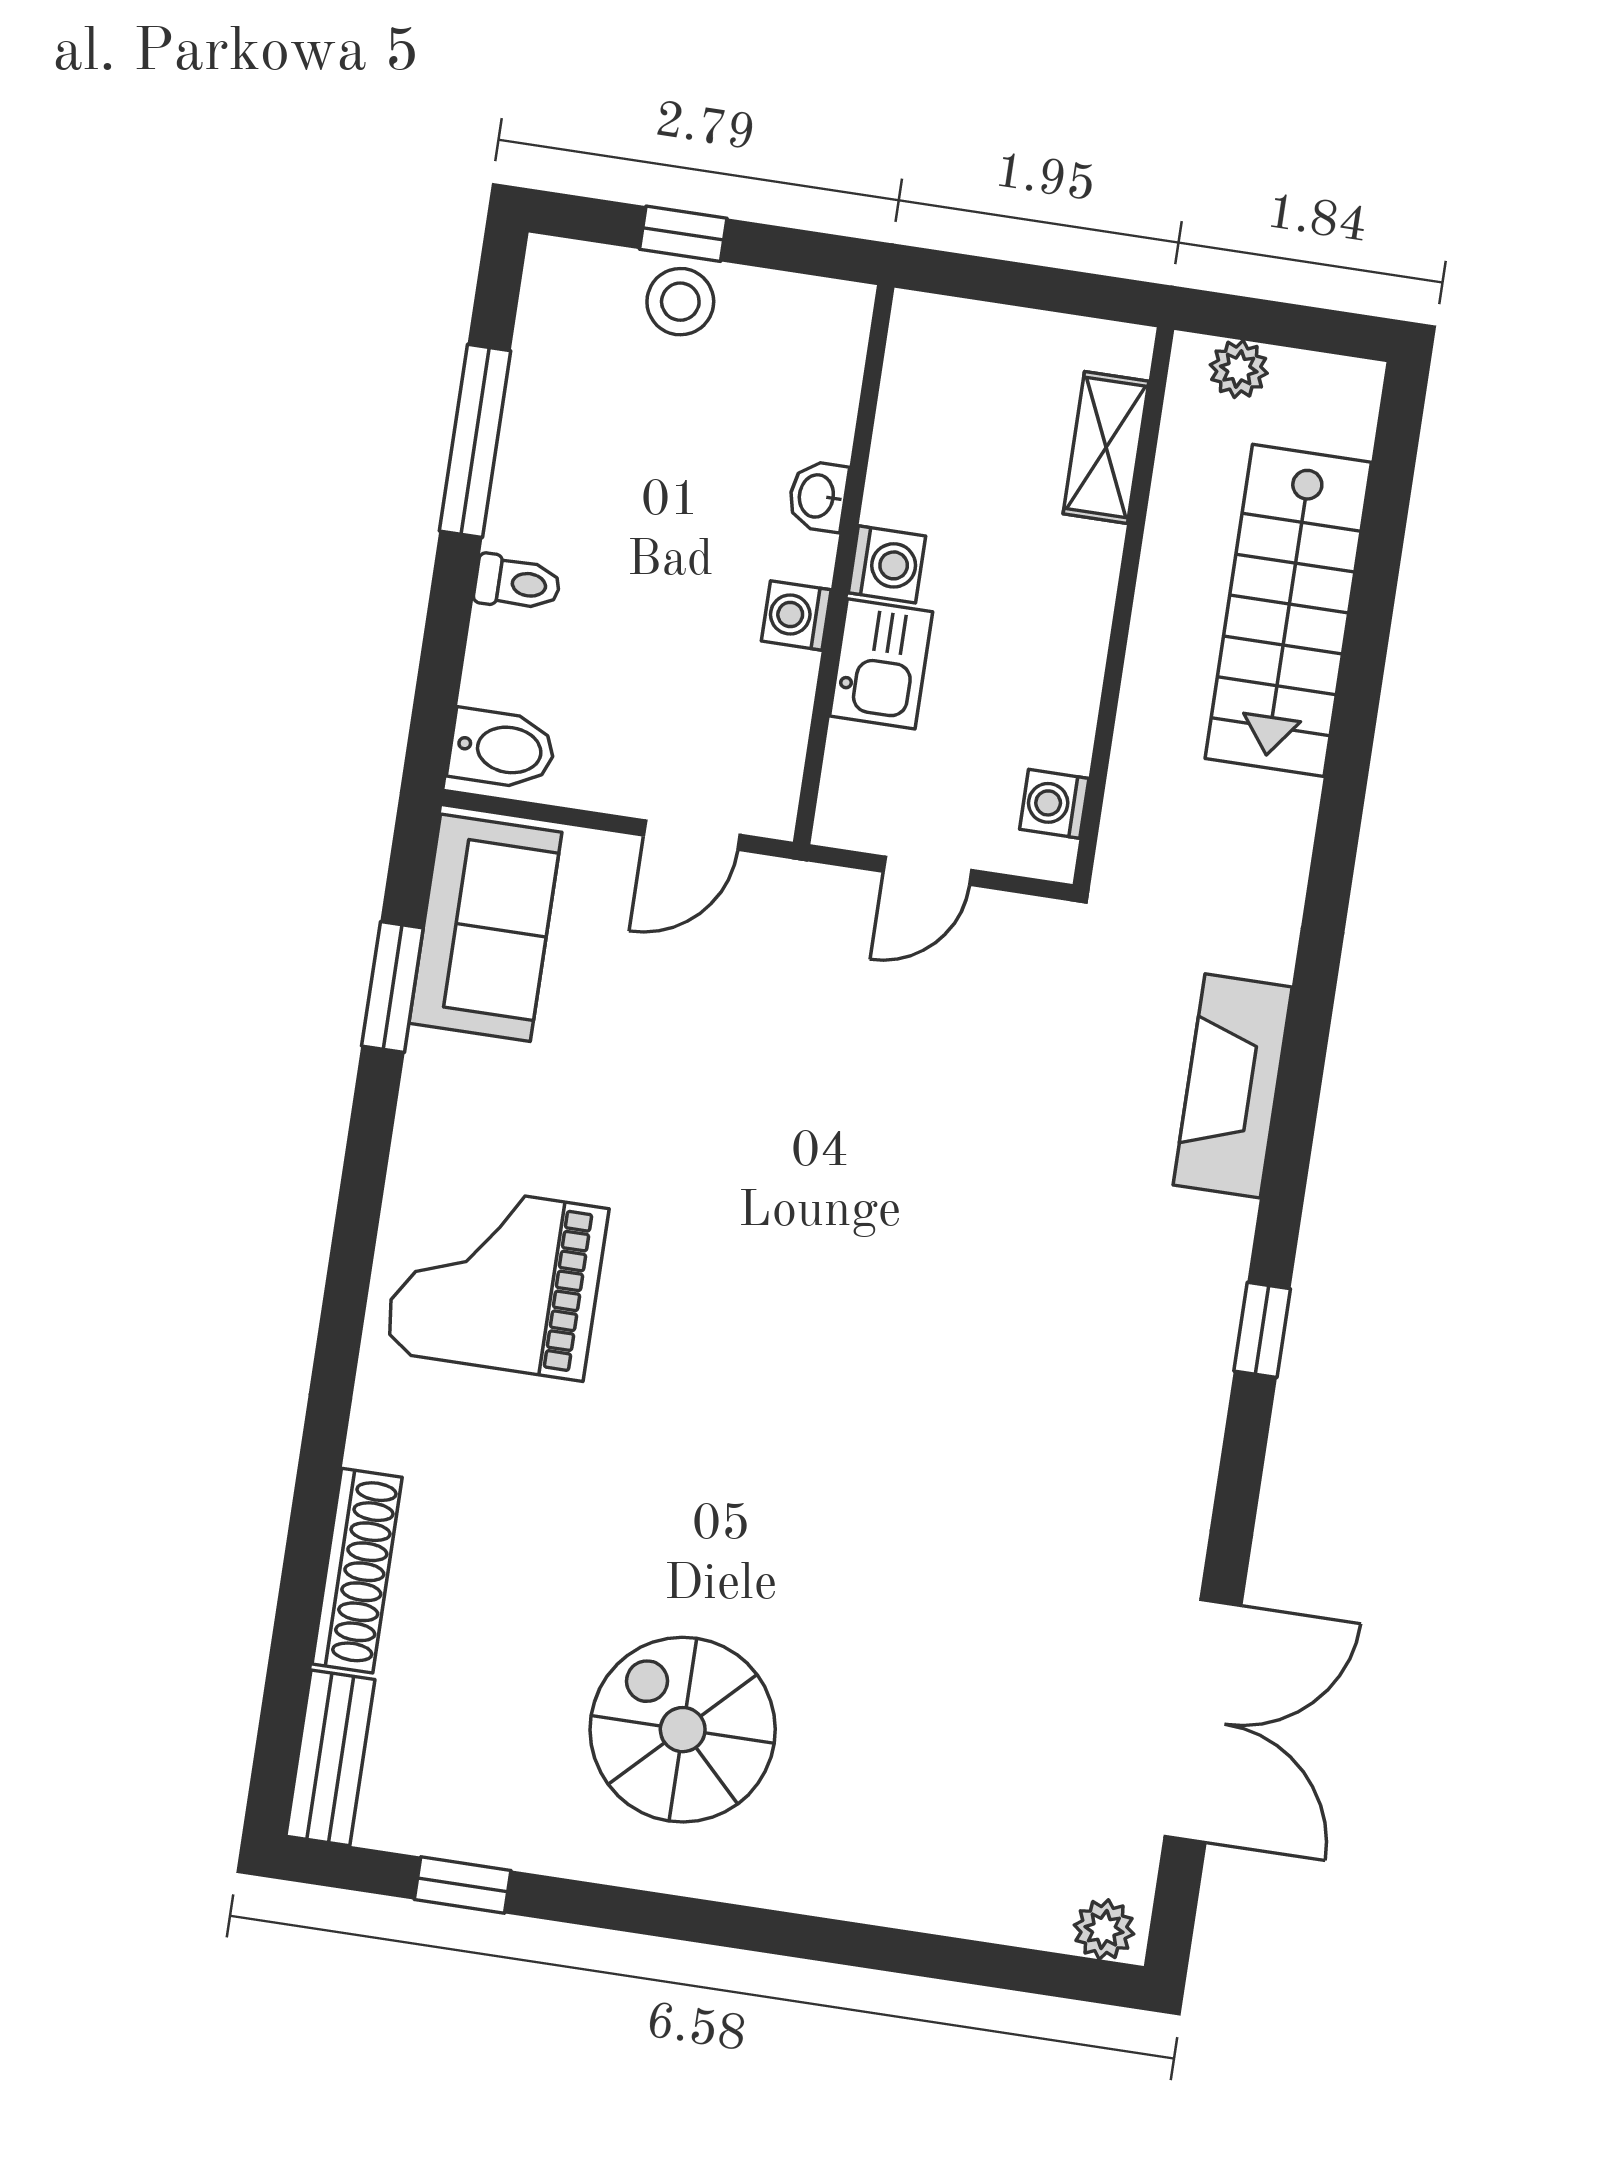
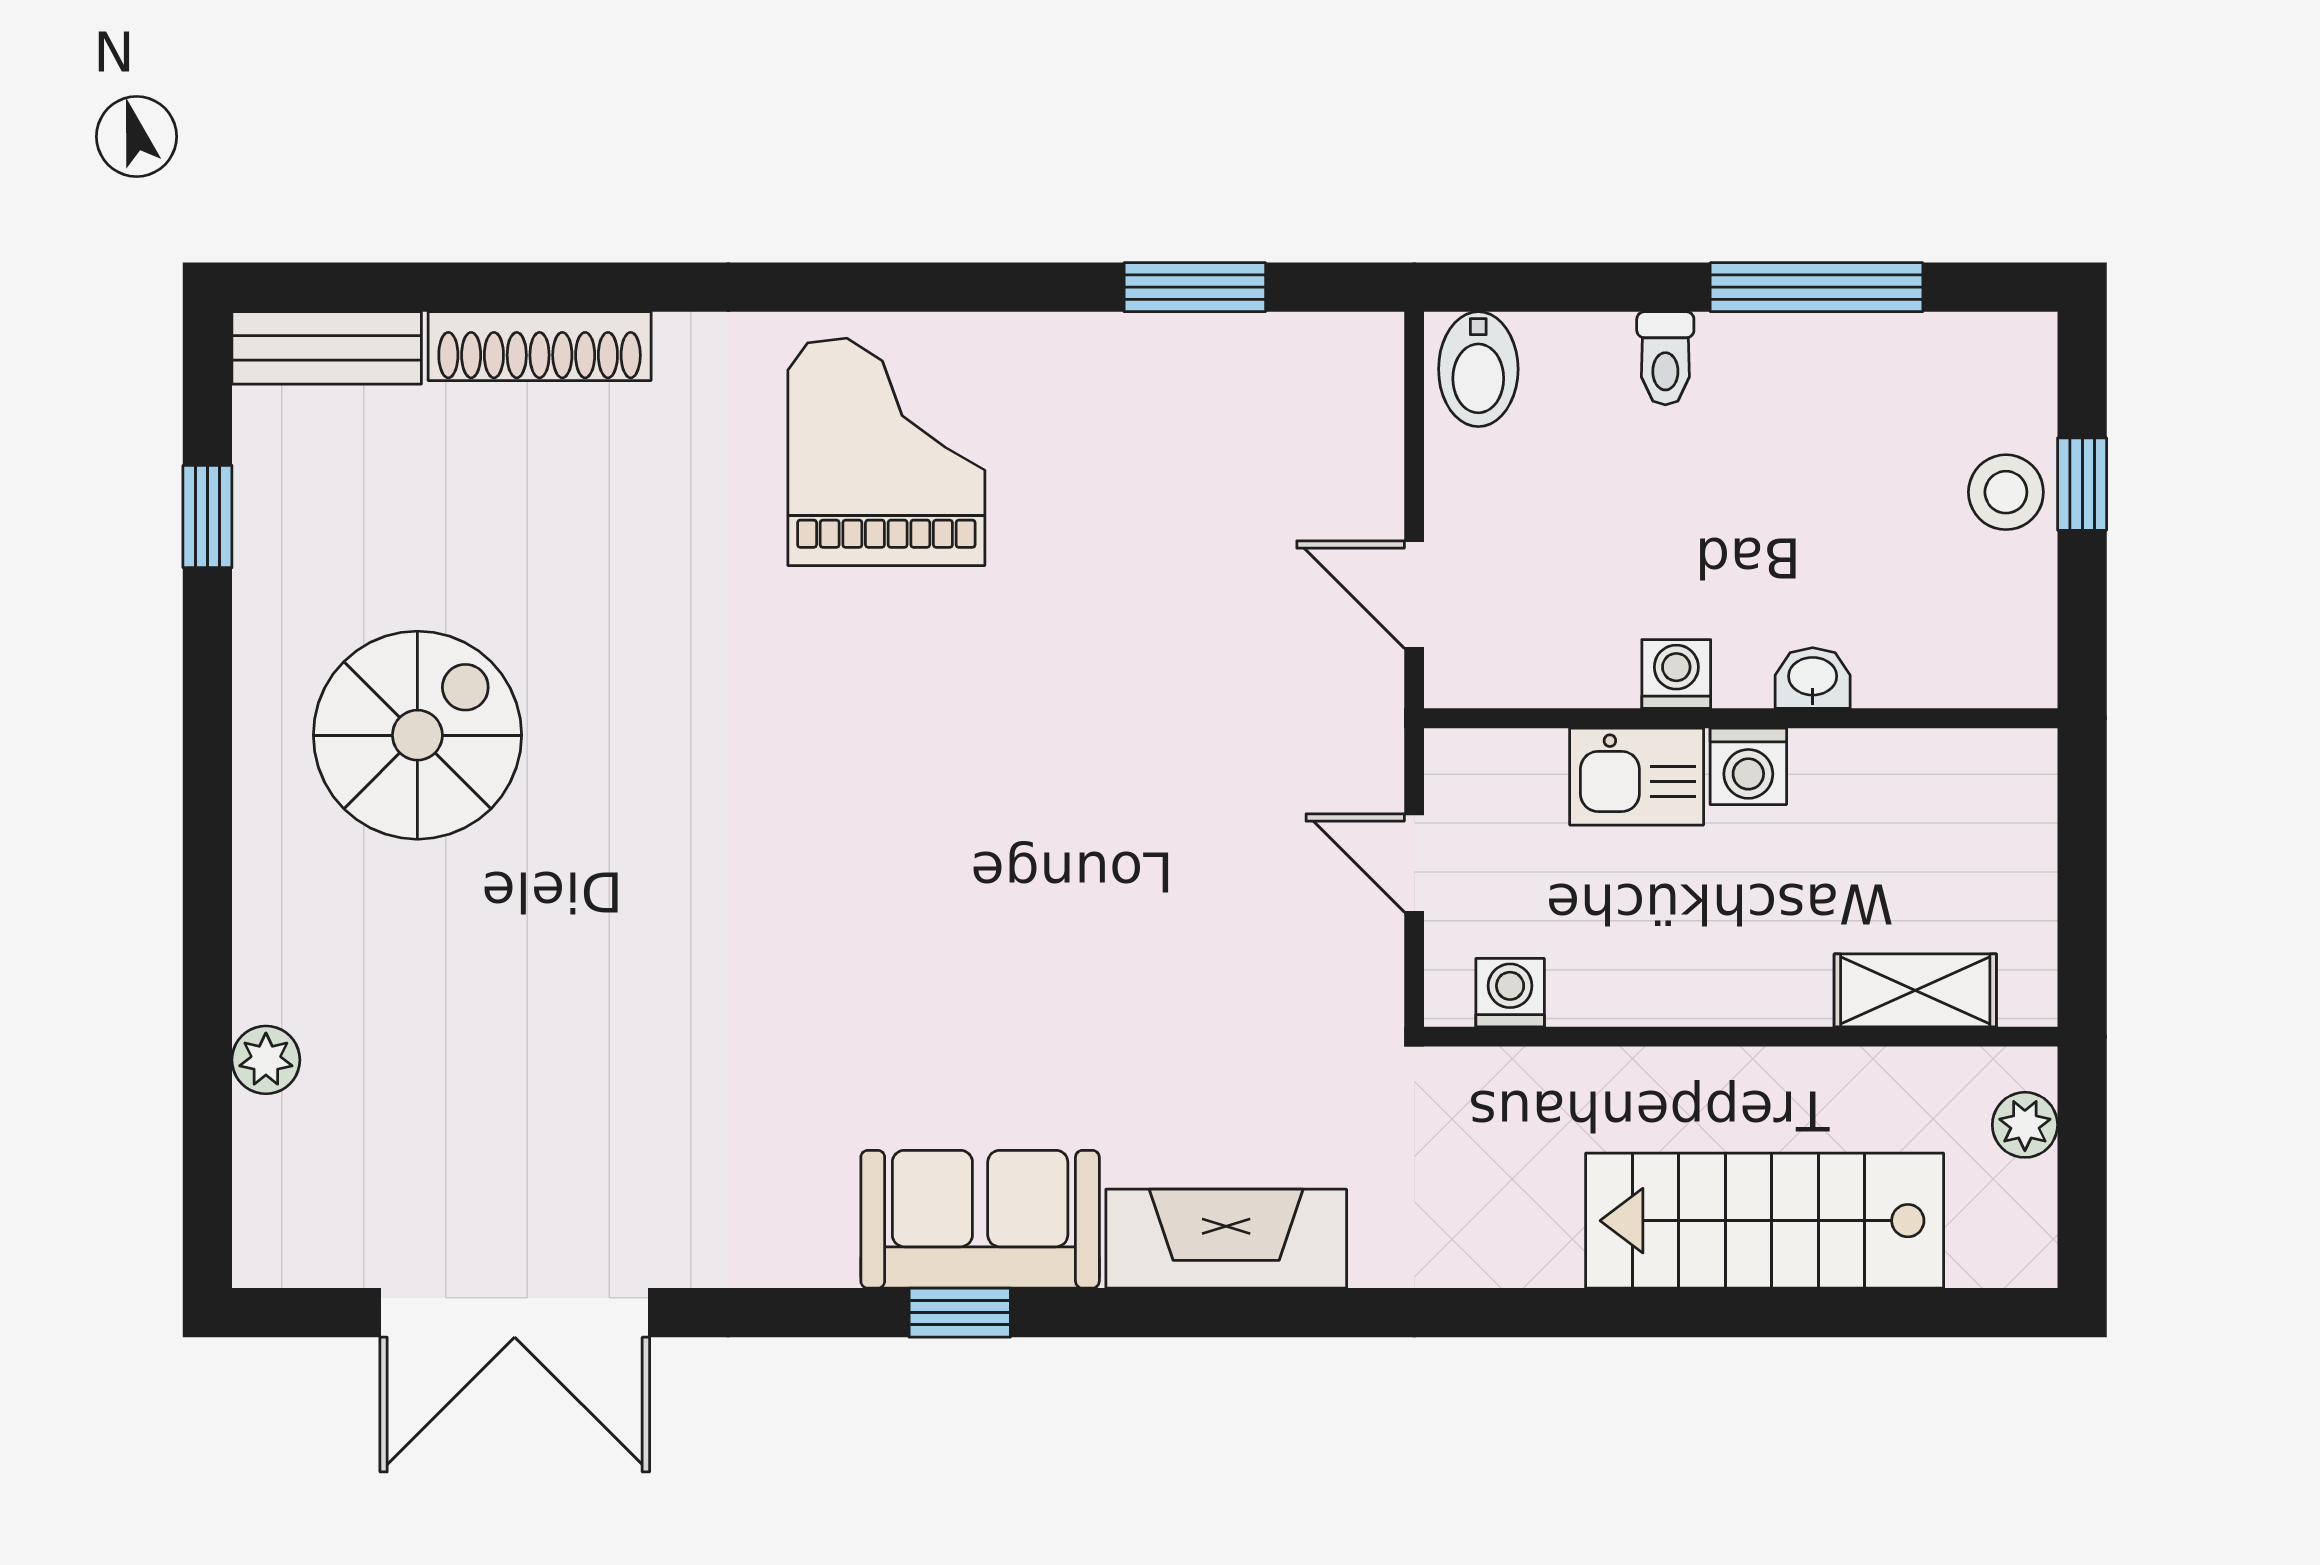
sofa: (485, 928) -> (980, 1219), moved, turned 180
plant: (1104, 1929) -> (266, 1060), moved

